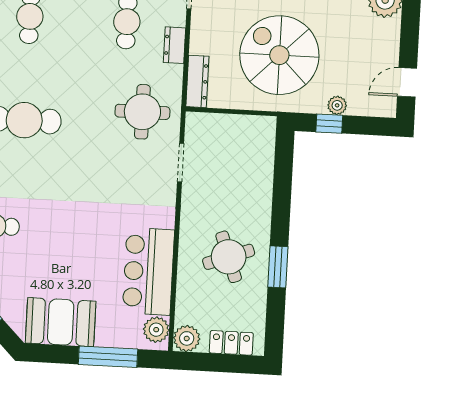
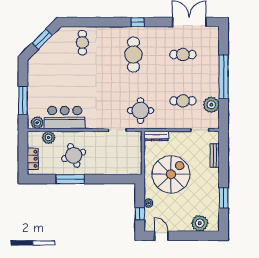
dresser: (174, 45) -> (173, 124), removed
window: (329, 124) -> (140, 214), moved
window: (278, 267) -> (70, 179), width x1.44
booth: (61, 322) -> (38, 77), removed
plant: (187, 338) -> (49, 137), moved

